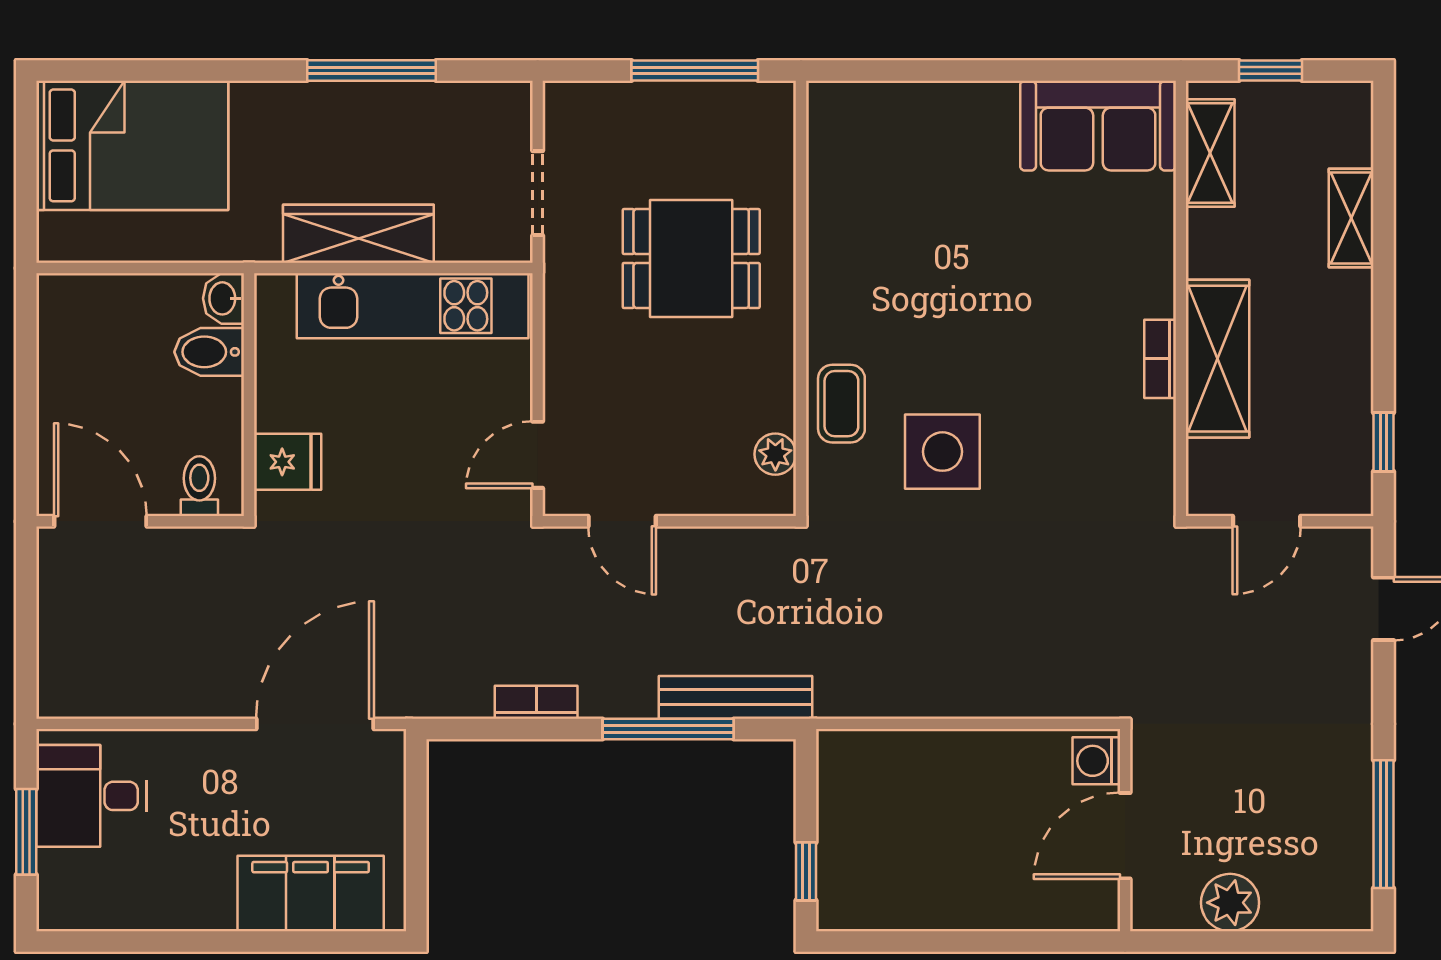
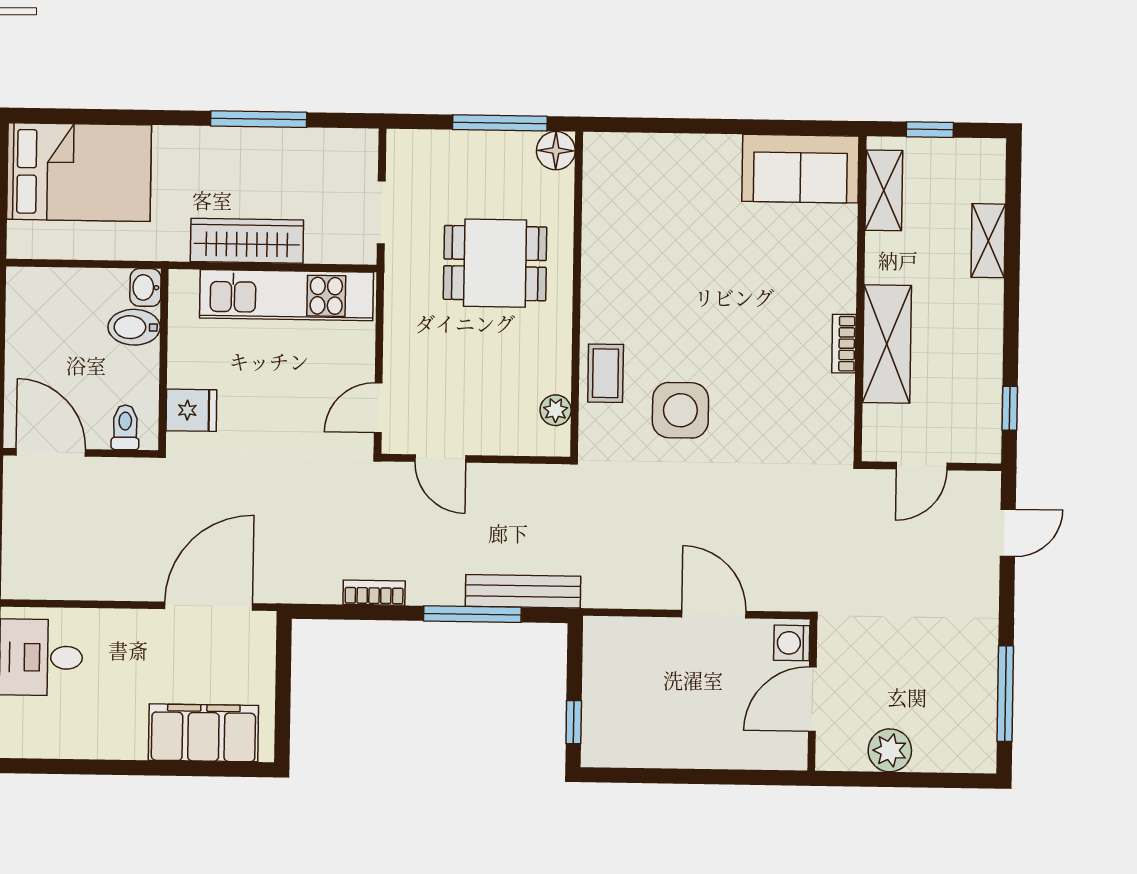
floor lamp: (770, 107) -> (556, 151), added
door: (992, 724) -> (714, 614), added

